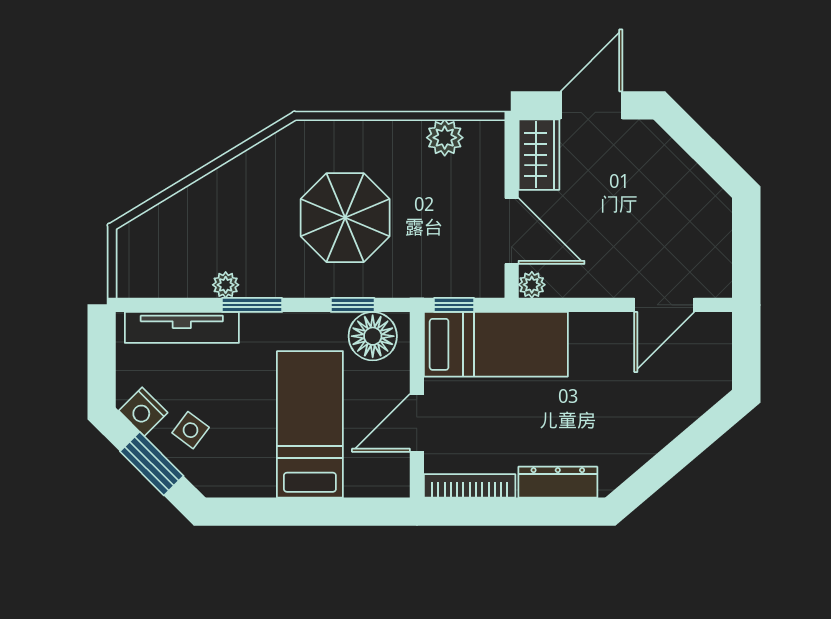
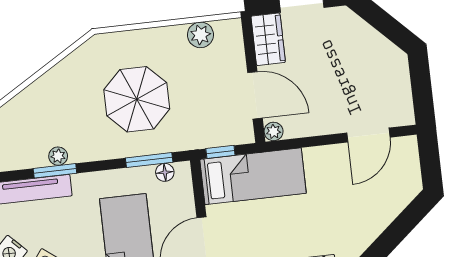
window: (252, 305) -> (55, 171), moved
window: (353, 305) -> (149, 160), width x1.50
floor lamp: (373, 336) -> (165, 172), width x0.53, depth x0.53

